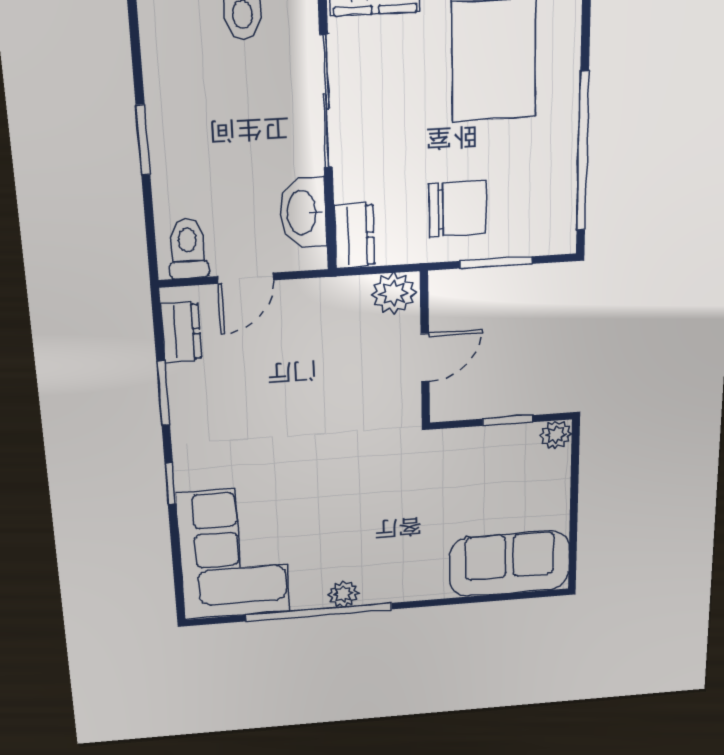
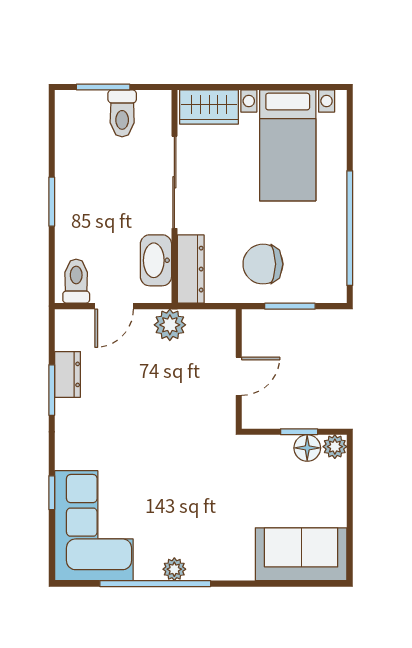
chair: (458, 209) -> (263, 264), turned 180
dresser: (354, 236) -> (191, 269), width x1.44
plant: (394, 294) -> (170, 325), moved
dresser: (181, 332) -> (68, 374), moved
floor lamp: (519, 439) -> (307, 448), added
window: (170, 484) -> (52, 493), moved

